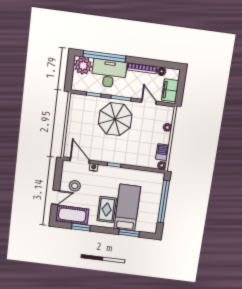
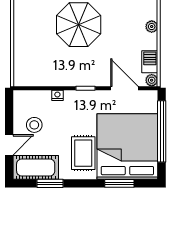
door: (80, 161) -> (124, 88), moved
bed: (127, 208) -> (127, 147), width x2.04

